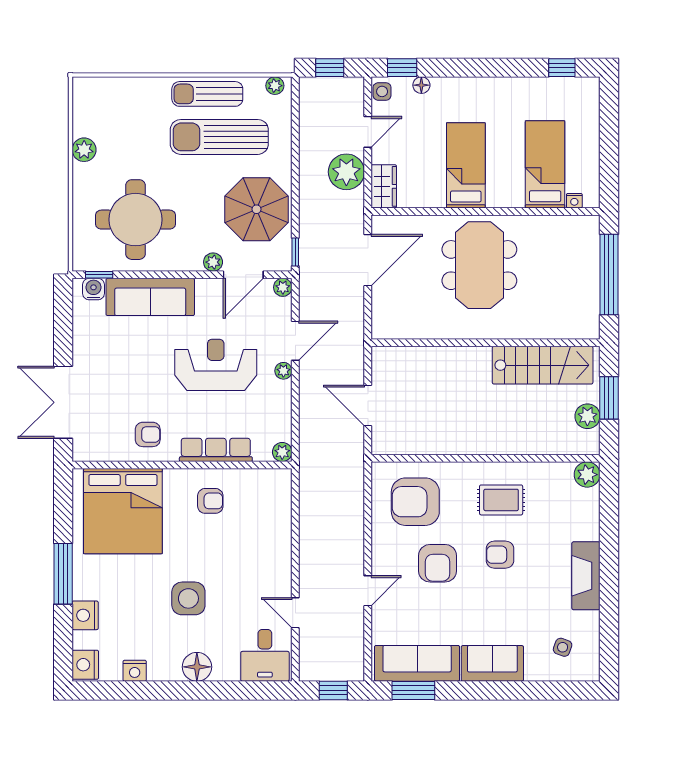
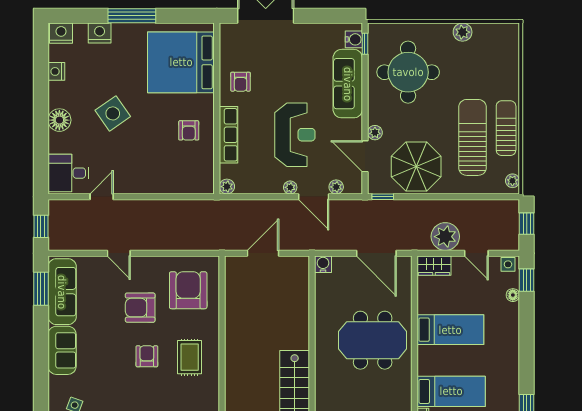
plant: (283, 287) -> (336, 187), moved
water cooler: (382, 329) -> (323, 264), added
side table: (188, 598) -> (113, 113), turned -35

